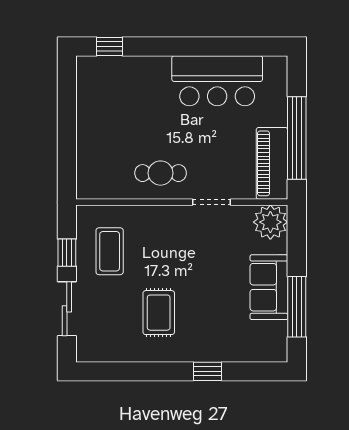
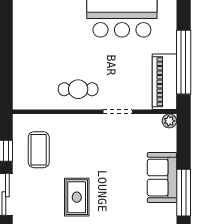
plant: (270, 222) -> (169, 121), width x0.53, depth x0.53

